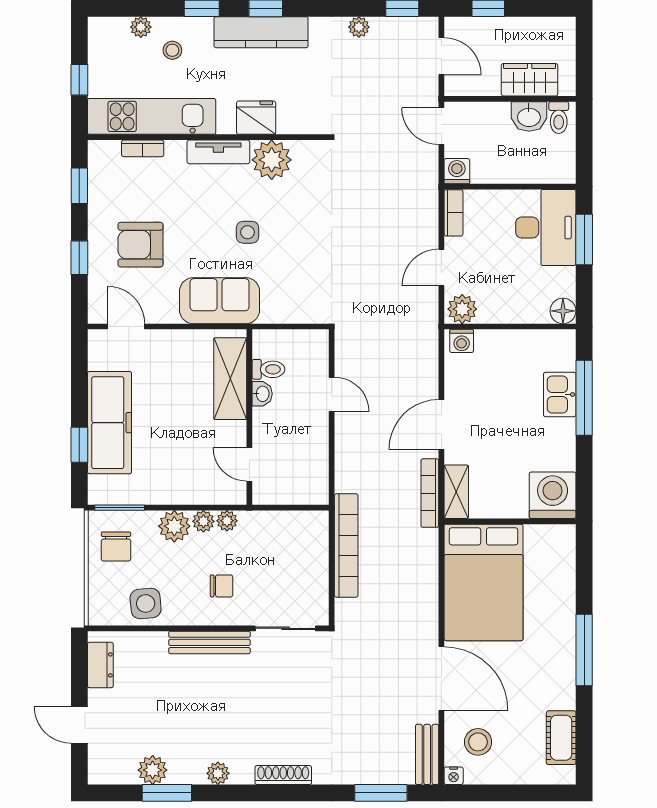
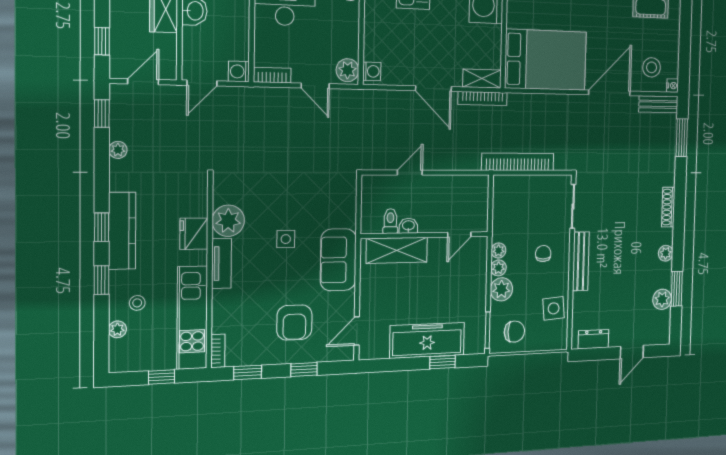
bookcase: (143, 148) -> (218, 351), moved

